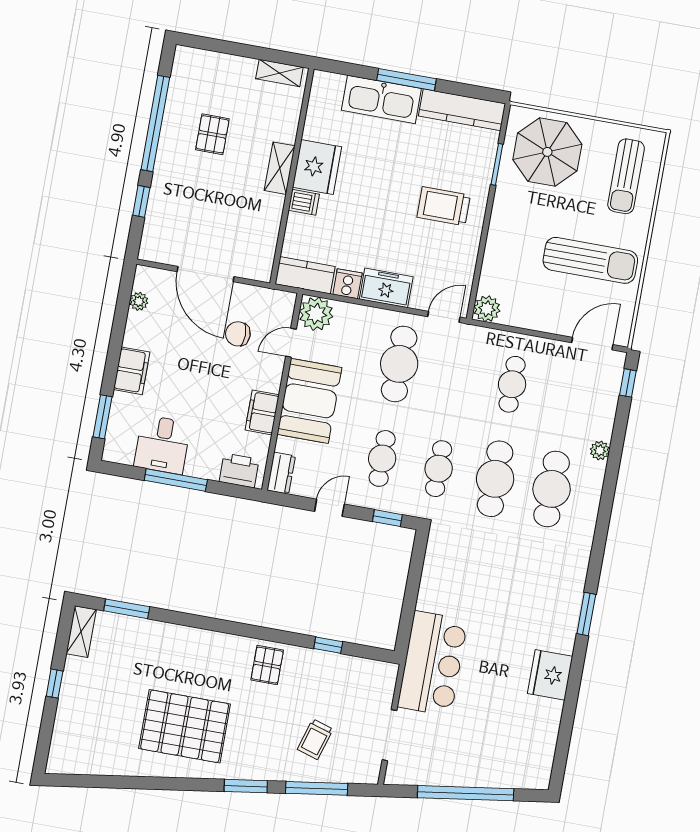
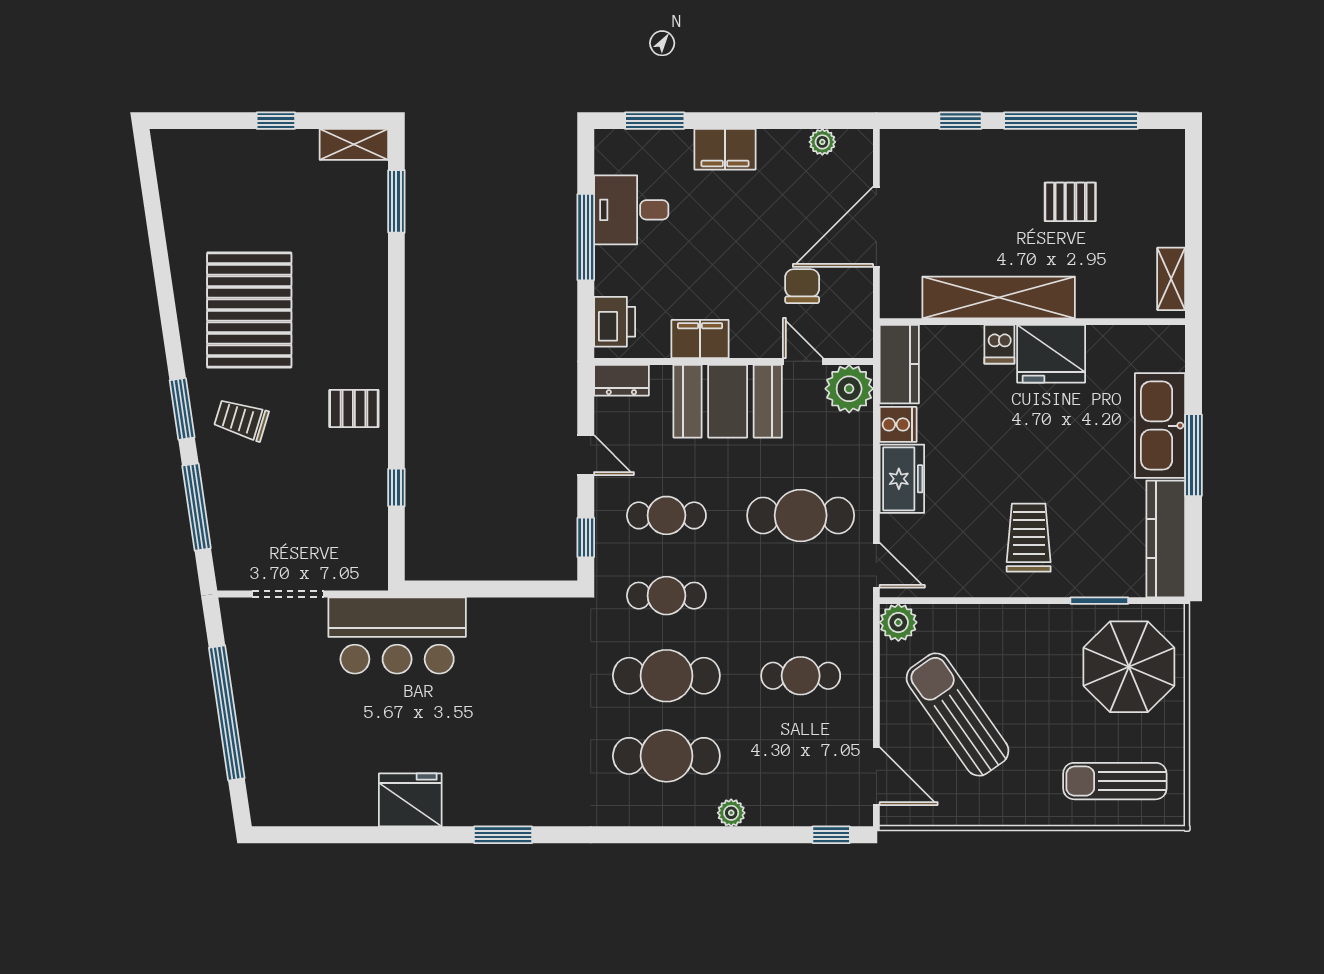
shelving: (280, 168) -> (999, 297), width x2.20, depth x1.33
sun lounger: (590, 260) -> (958, 714), moved, turned 145
trolley: (315, 739) -> (241, 420), moved

